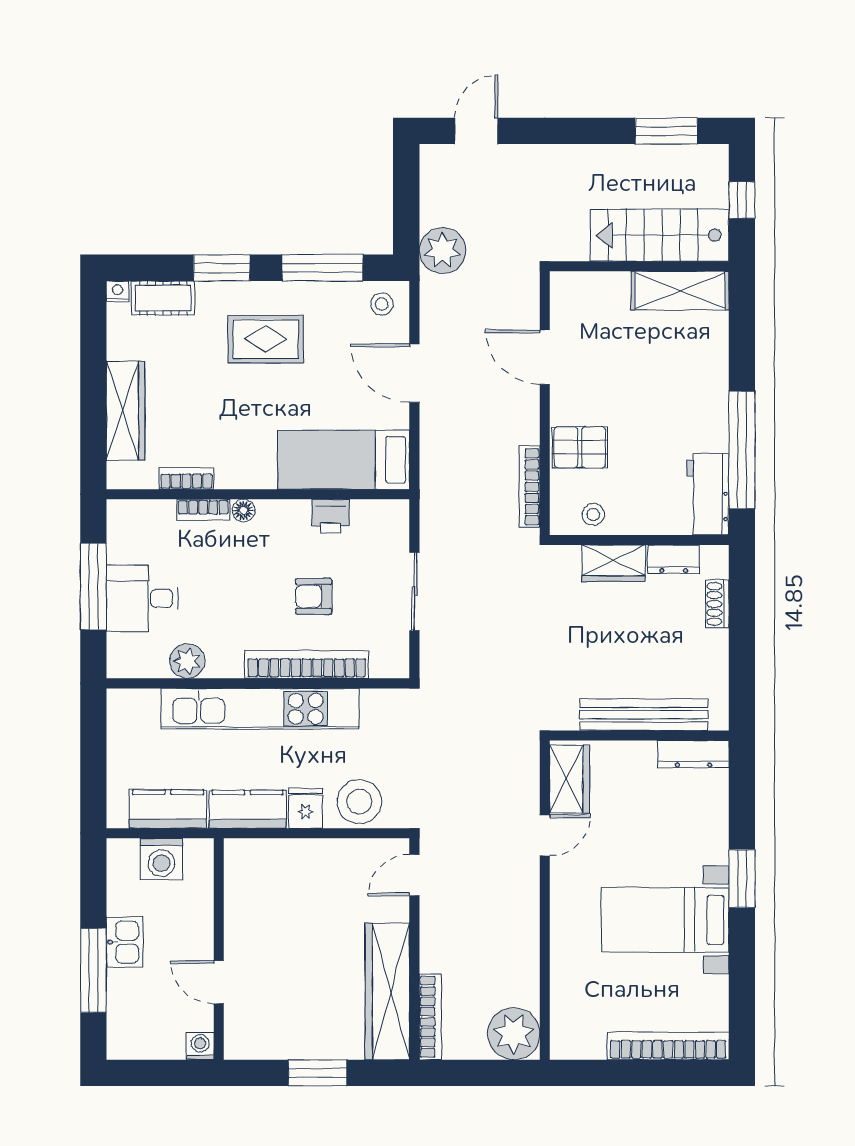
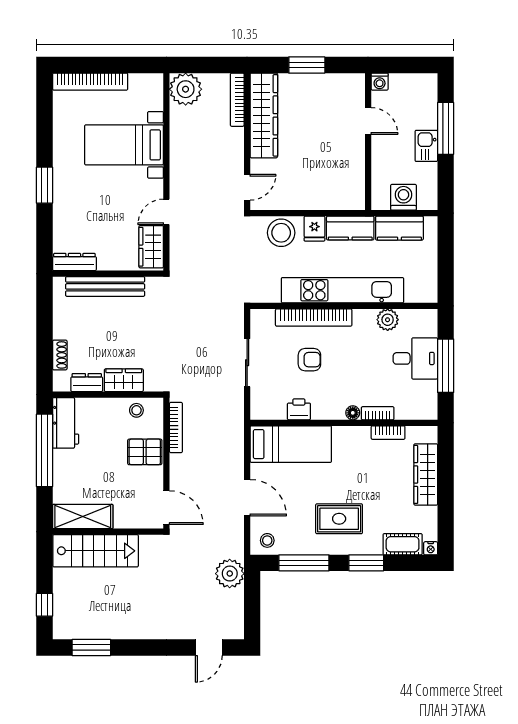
stairs: (659, 235) -> (96, 551), moved
wall: (639, 266) -> (108, 532), moved
shelving: (680, 291) -> (83, 517), moved
bed with nightstands: (665, 920) -> (124, 145), moved, turned 180

